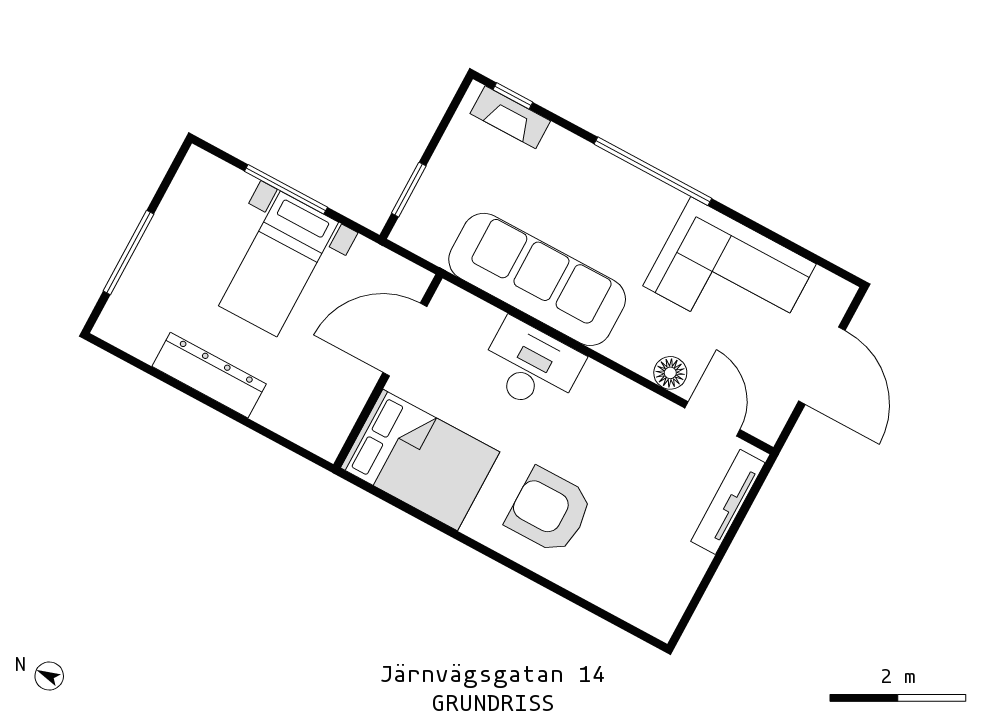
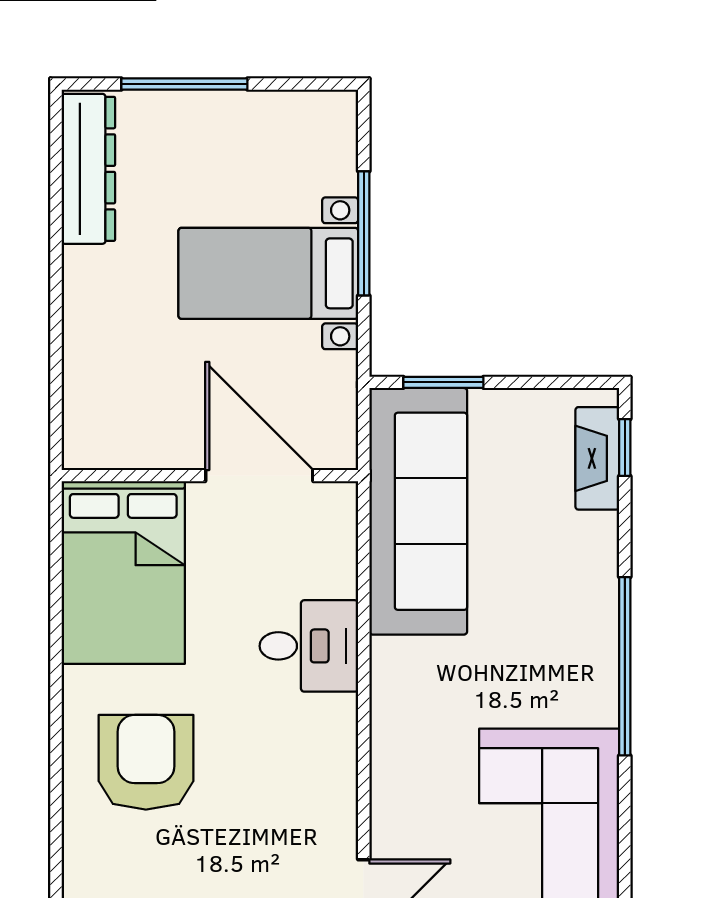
sofa: (537, 279) -> (418, 511), moved
desk: (531, 366) -> (309, 646), width x0.73
floor lamp: (670, 373) -> (392, 819), removed
dresser: (209, 375) -> (88, 169), moved

